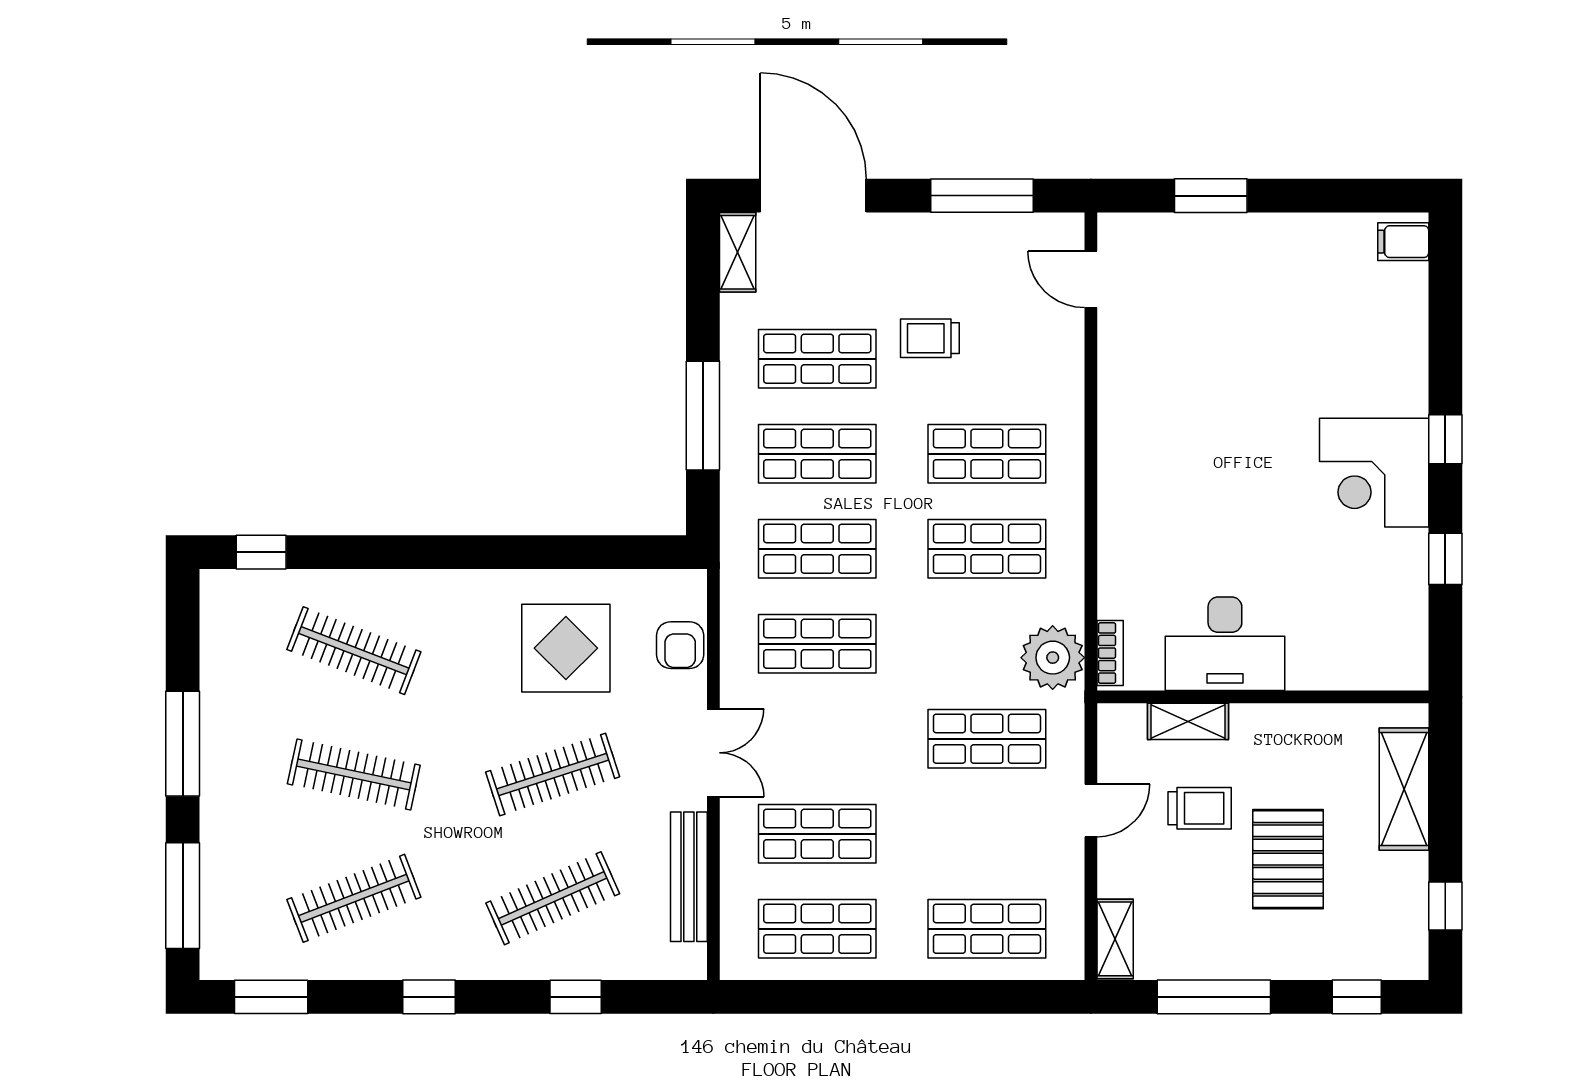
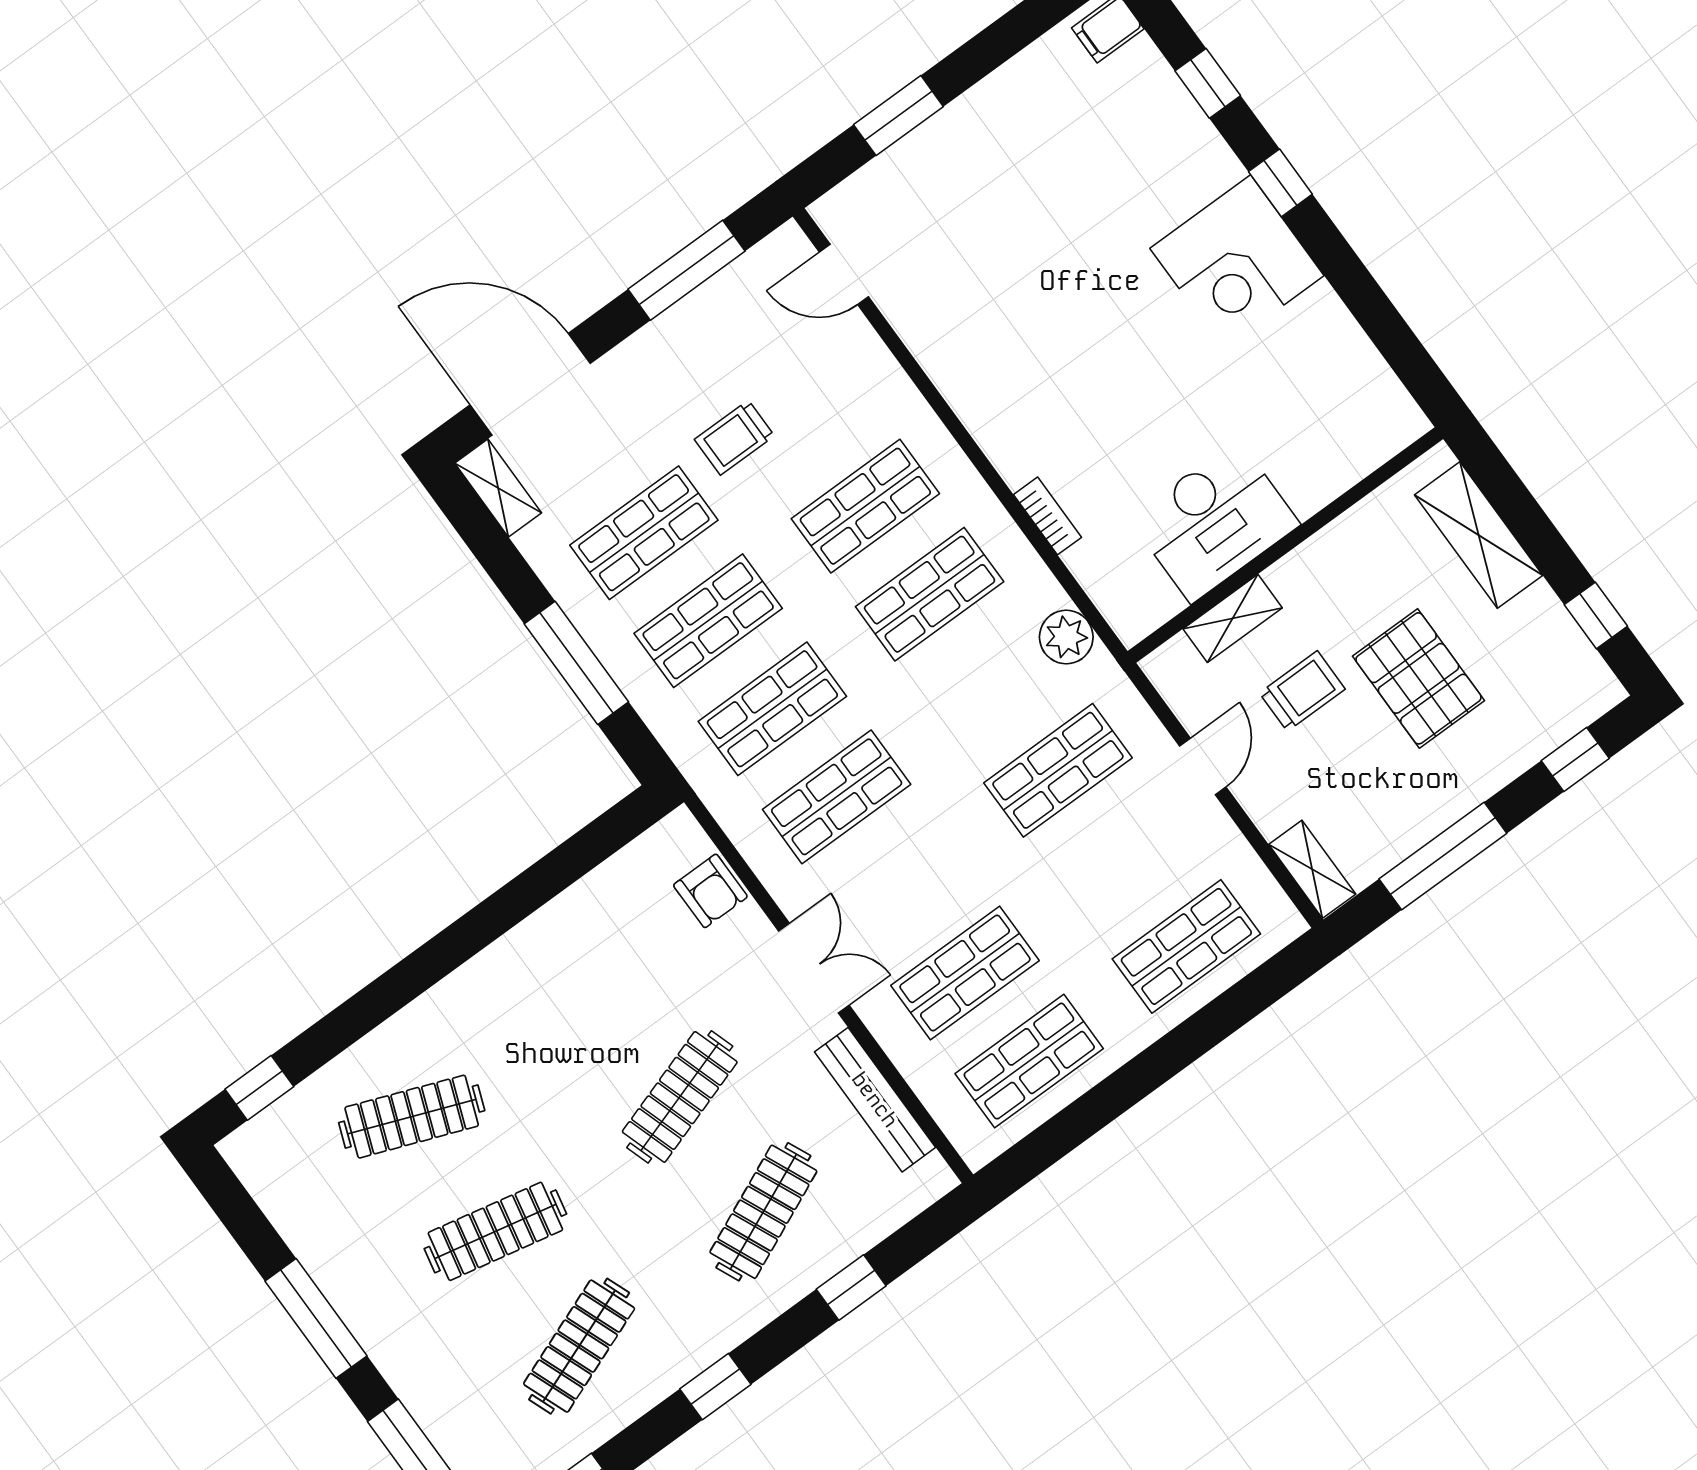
window: (1445, 559) -> (1208, 83), moved
display table: (566, 648) -> (607, 971), removed
bookcase: (1110, 653) -> (1048, 516), moved
plant: (1053, 658) -> (1066, 637), width x0.73, depth x0.73

